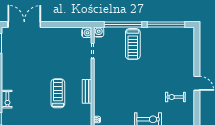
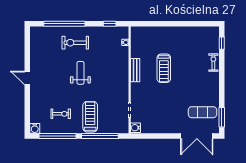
water cooler: (99, 32) -> (35, 128), moved
exercise mat: (19, 49) -> (202, 112), added
weight bench: (143, 89) -> (80, 73), added
exercise bike: (175, 97) -> (61, 114), moved

